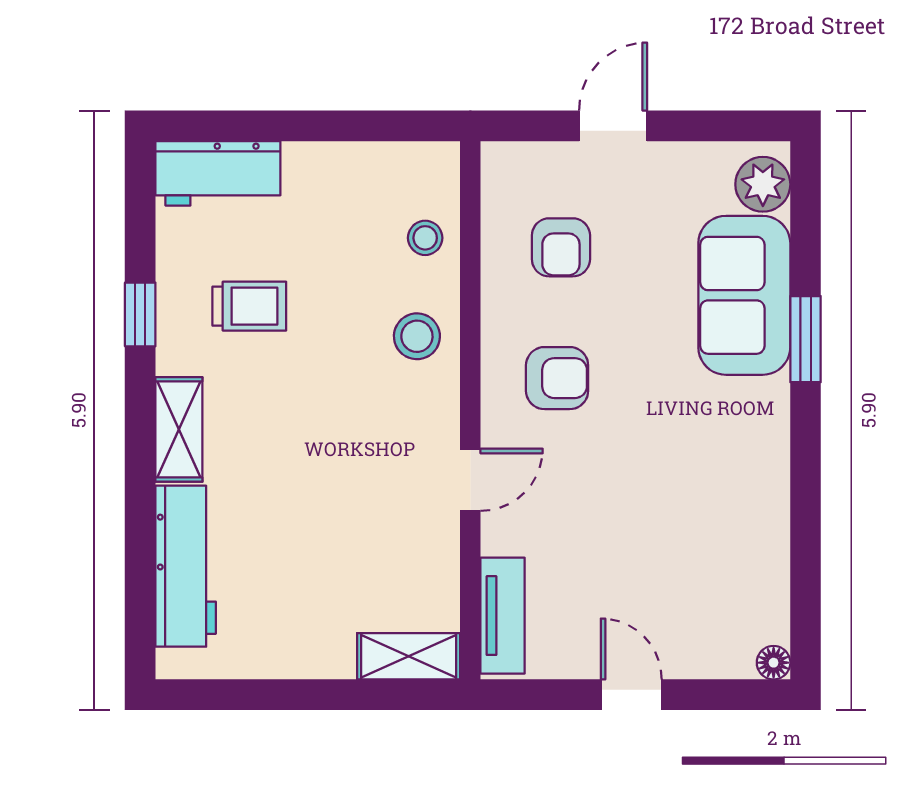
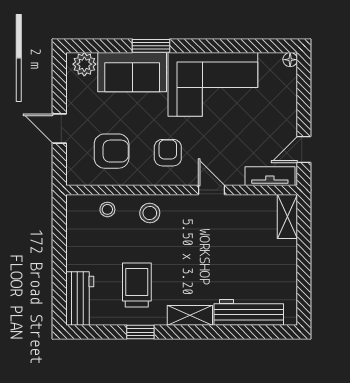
armchair: (561, 247) -> (112, 151), width x1.38, depth x1.38
trolley: (249, 306) -> (137, 285), width x1.36, depth x1.39
corner sofa: (716, 483) -> (213, 84), added
door: (631, 695) -> (304, 150), moved

